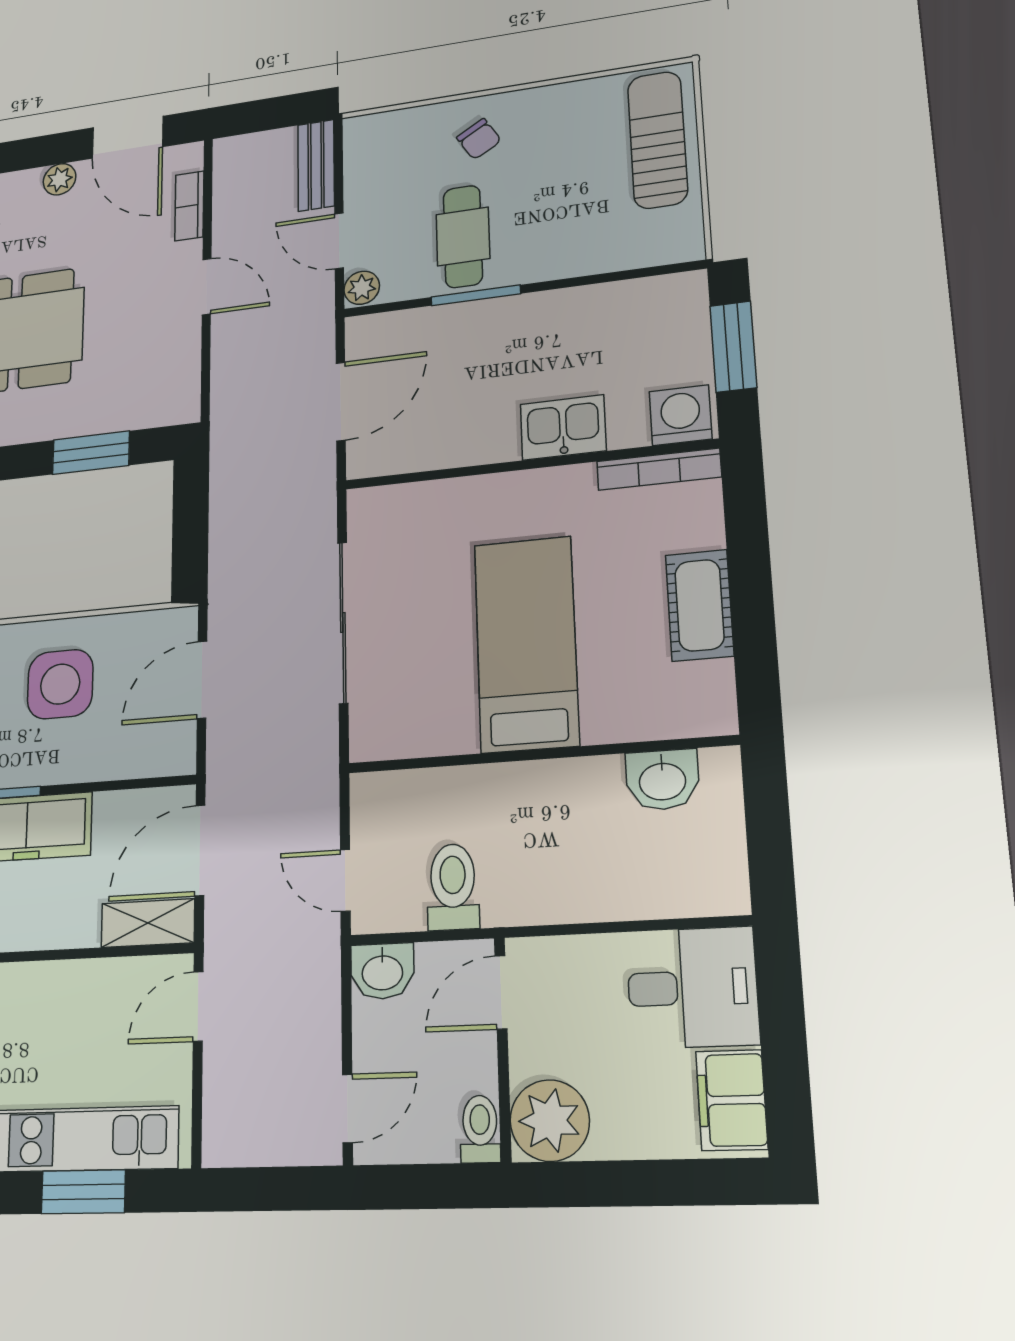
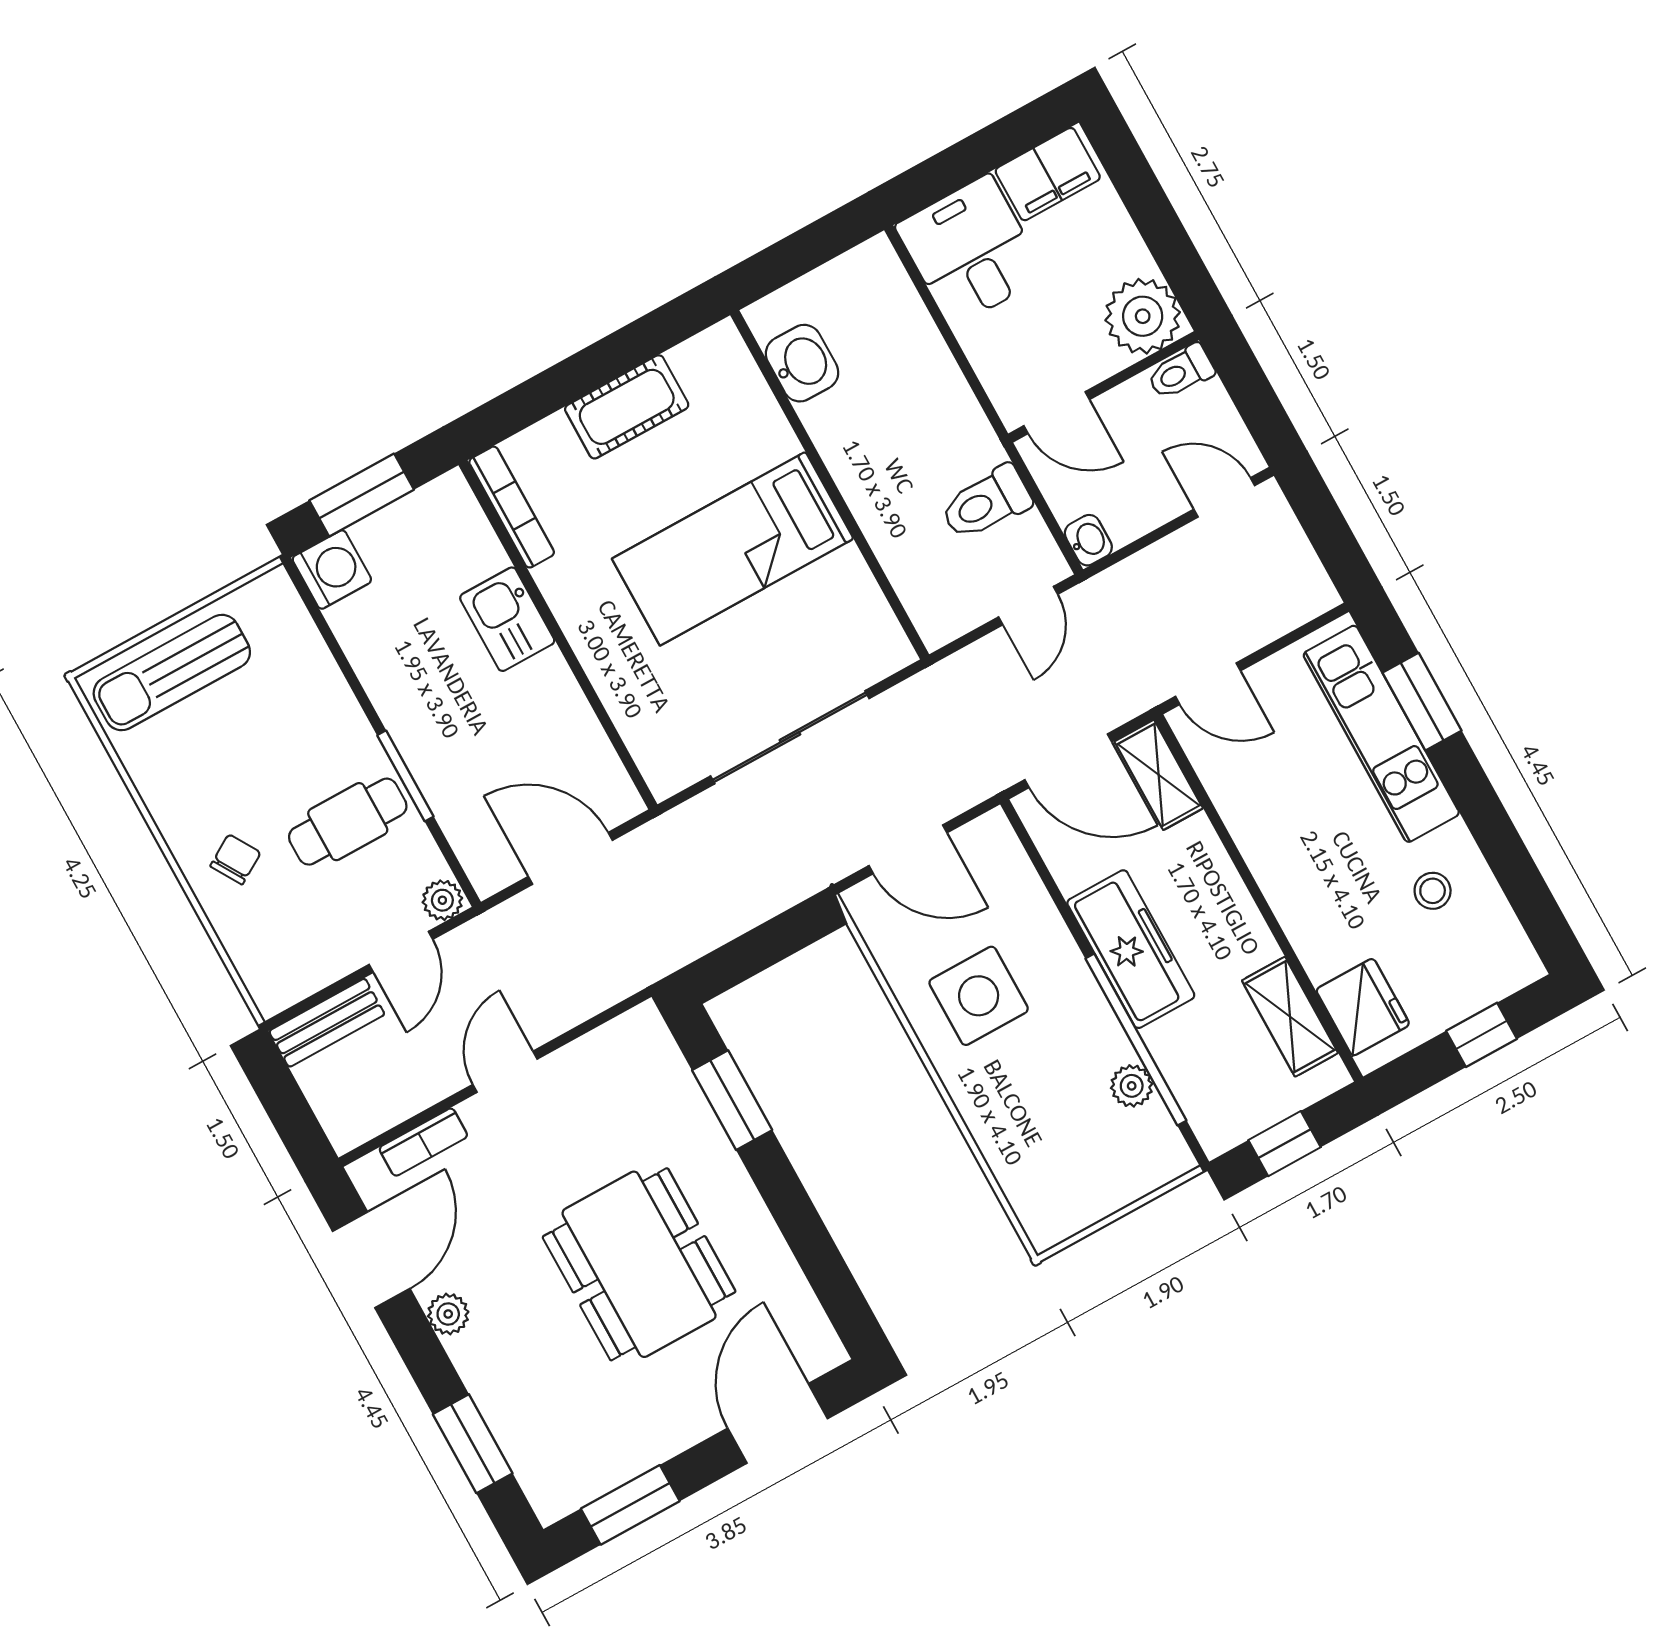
washing machine: (680, 415) -> (332, 570), moved, turned 180
washbasin: (382, 971) -> (1088, 540), width x0.72, depth x0.69

